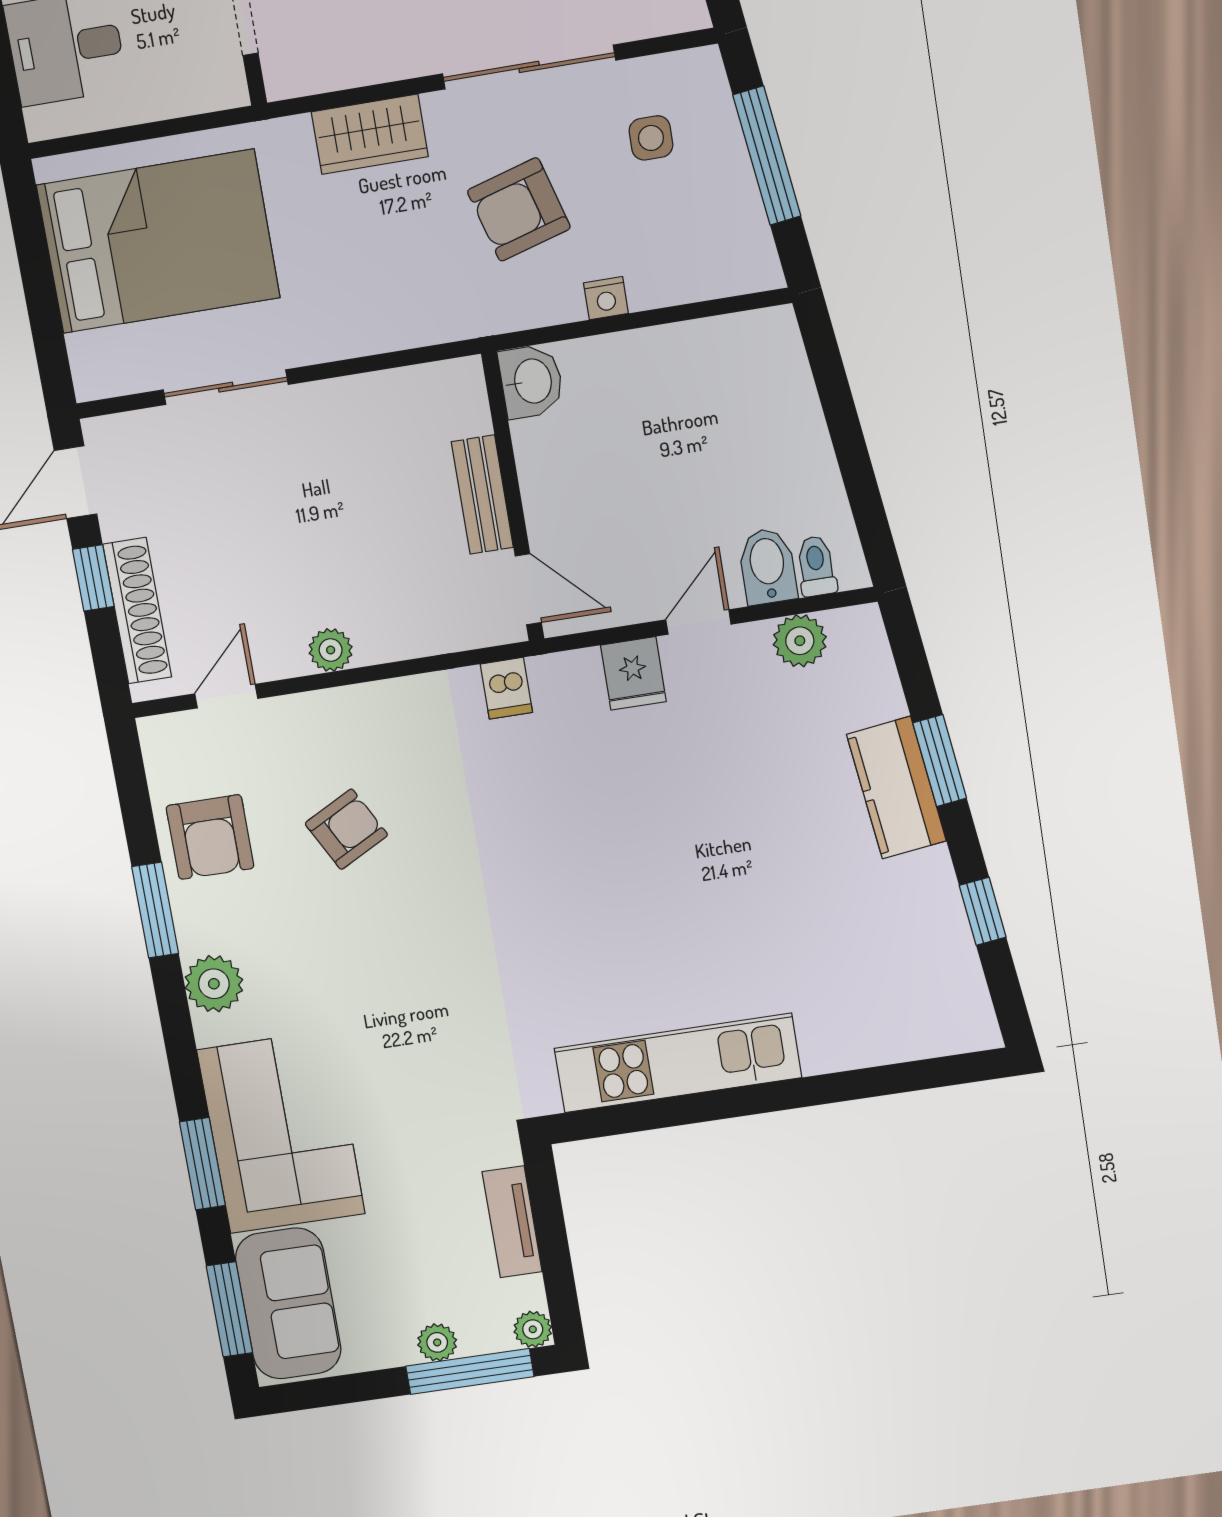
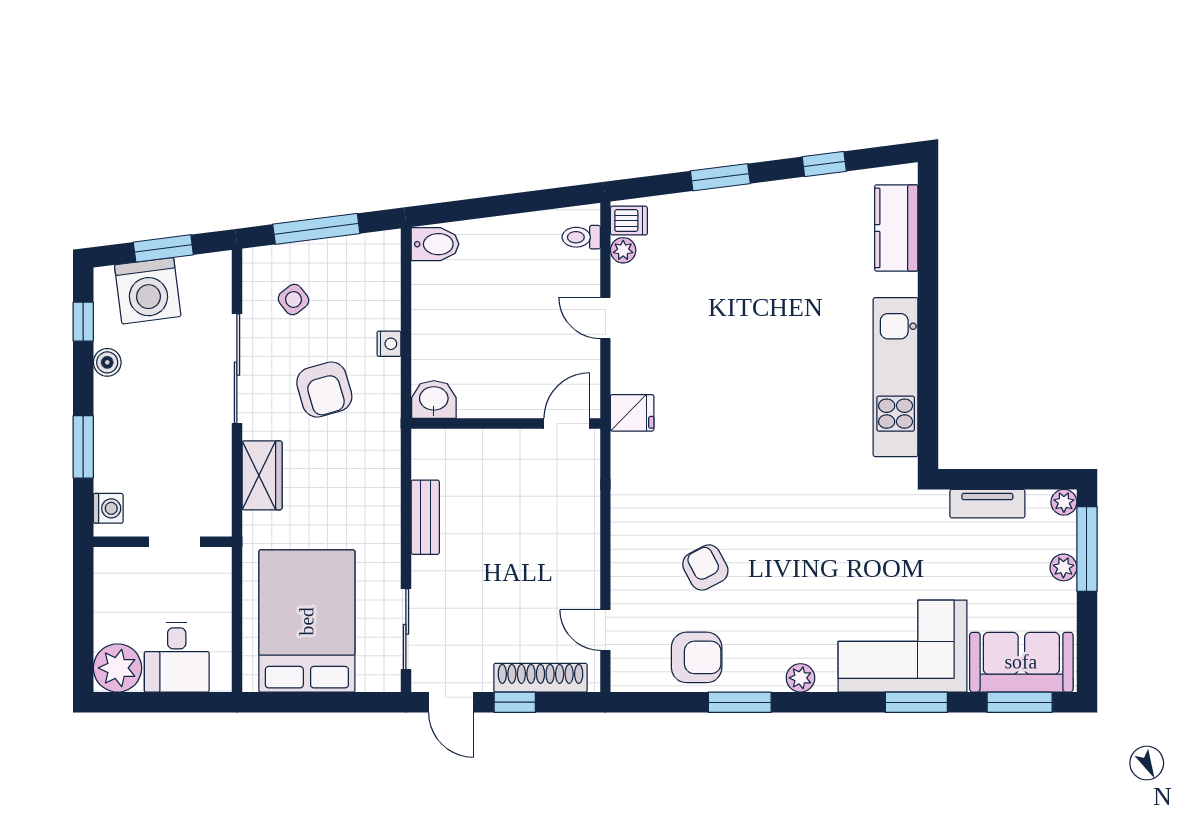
side table: (651, 138) -> (293, 299), turned -38
sliding door: (226, 387) -> (406, 629), moved
bench: (482, 495) -> (425, 517), moved, turned 90
bidet: (768, 566) -> (435, 244), moved, turned 180
plant: (800, 641) -> (623, 250), width x0.73, depth x0.73
plant: (331, 650) -> (586, 557), removed
fridge: (633, 673) -> (632, 413), moved
dishwasher: (506, 688) -> (629, 221), moved
kitchen counter: (896, 788) -> (896, 228), moved, turned 97
plant: (214, 984) -> (800, 678), width x0.73, depth x0.73

